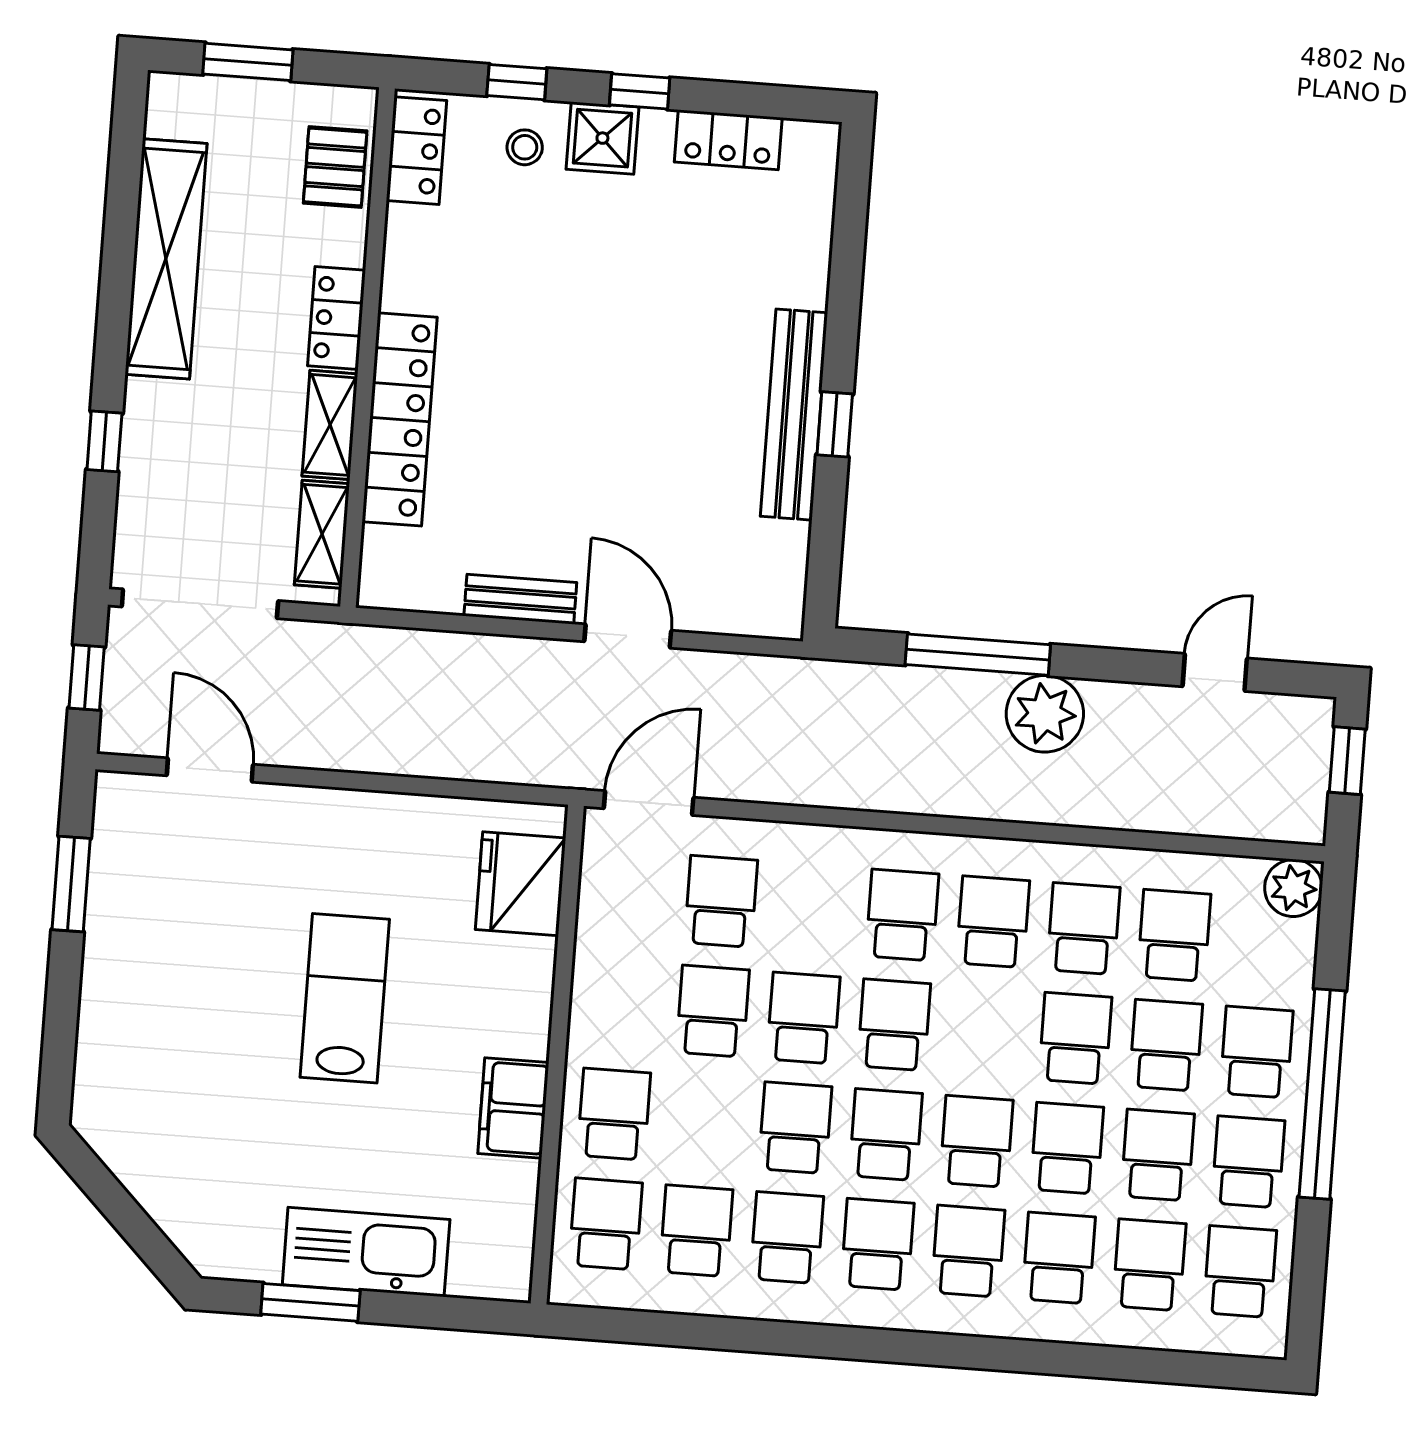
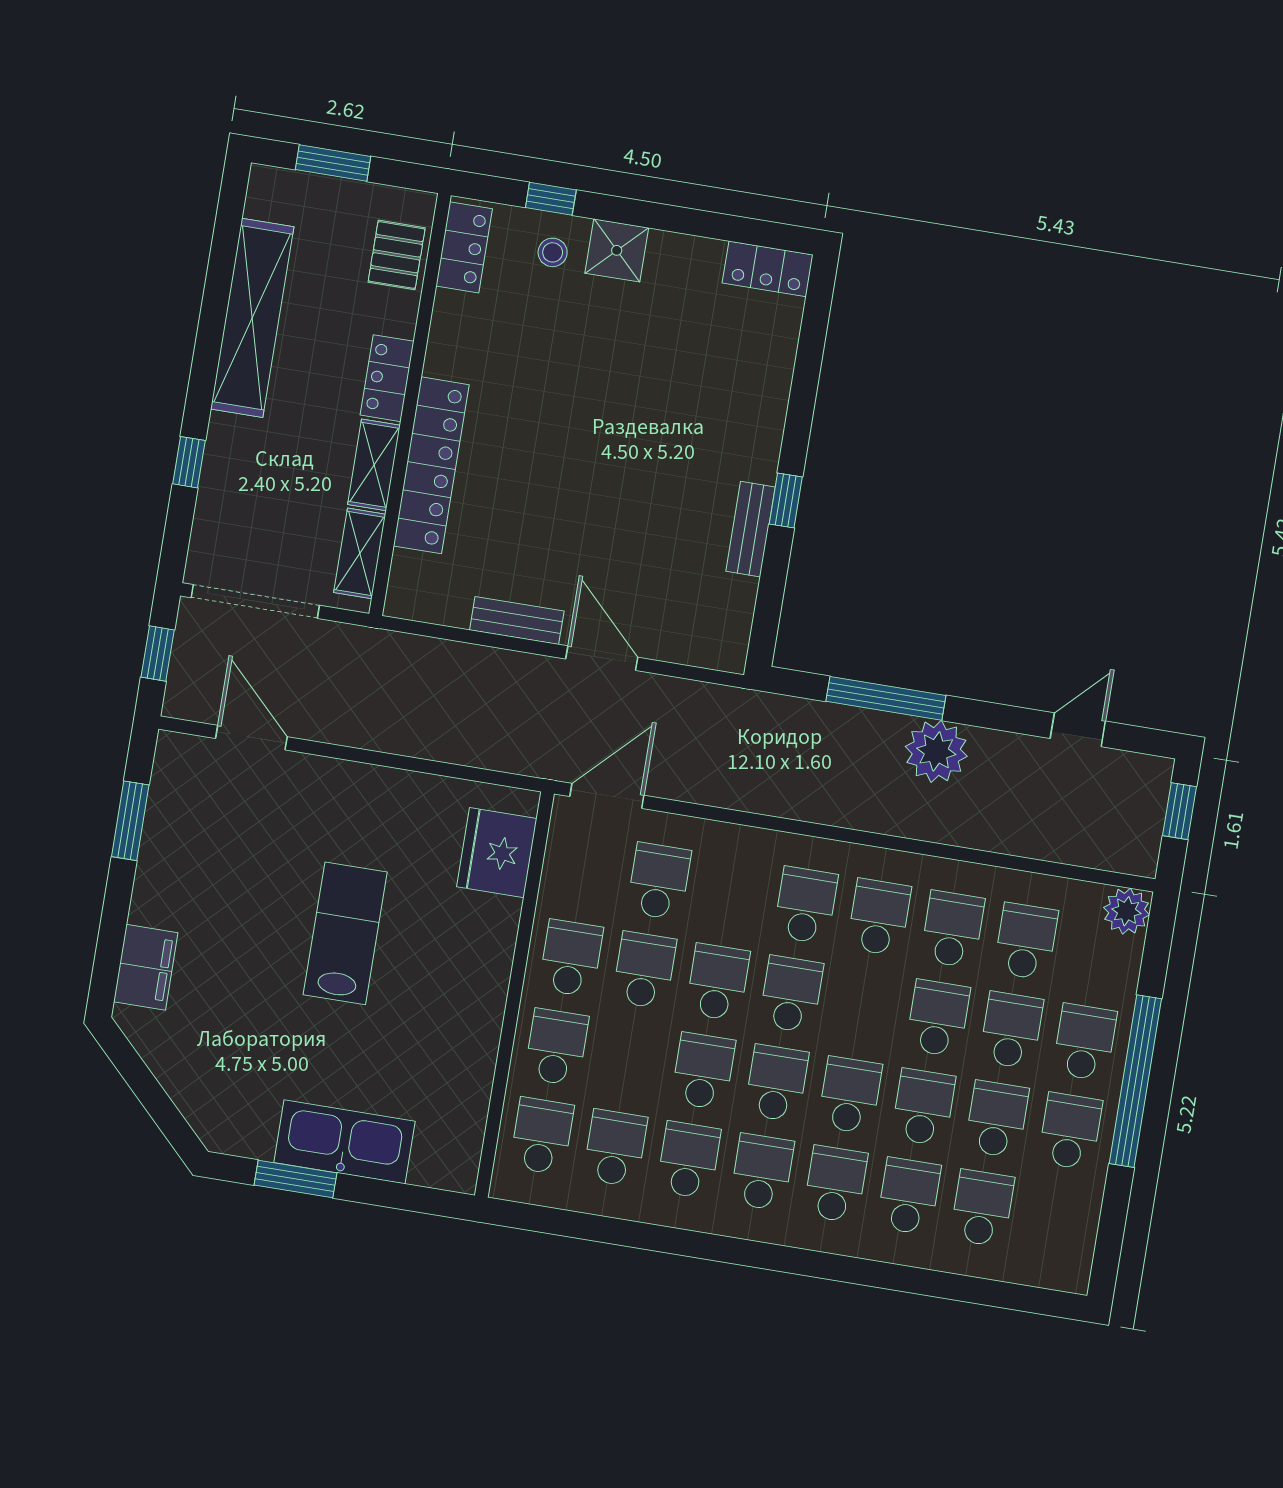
window: (640, 91) -> (650, 215), removed
locker: (728, 140) -> (768, 269), moved
bench: (794, 415) -> (750, 529), width x0.54, depth x0.82
filing cabinet: (513, 1108) -> (146, 967), moved, turned 180
school desk: (1240, 1272) -> (571, 958), moved

